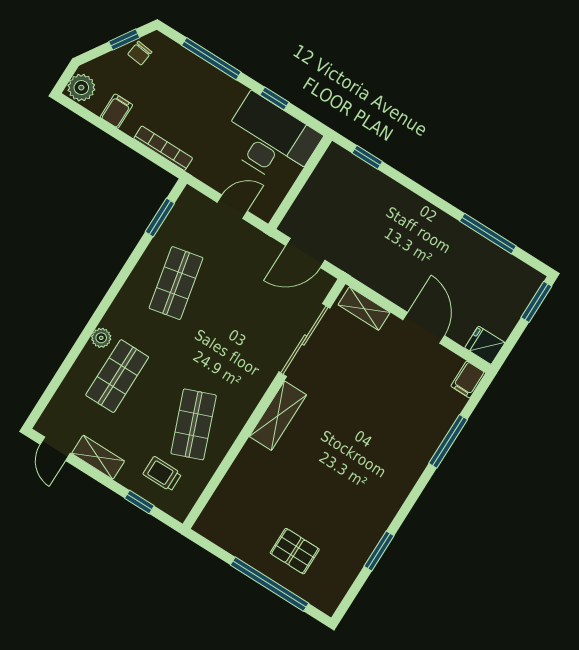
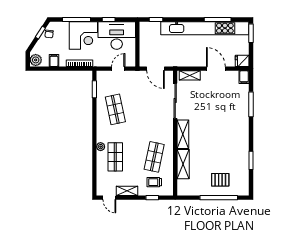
corner desk: (205, 99) -> (83, 36), added
kitchen unit: (452, 235) -> (205, 28), added
door: (305, 253) -> (155, 69), hinge flipped
shop shelf: (194, 424) -> (154, 157), turned 33
shelving: (241, 475) -> (183, 164), added

